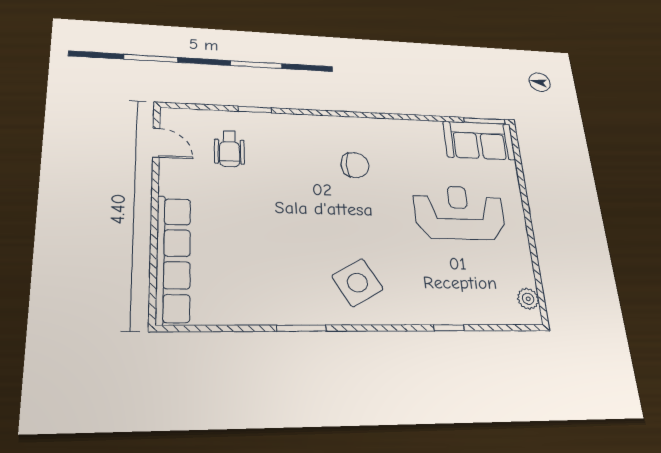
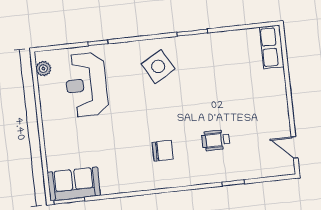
wheelchair: (229, 149) -> (216, 140), moved, turned -90
chair: (355, 165) -> (163, 151), turned 180
reception desk: (459, 213) -> (86, 85), moved, turned 90
row of seats: (173, 259) -> (272, 47), width x0.50

